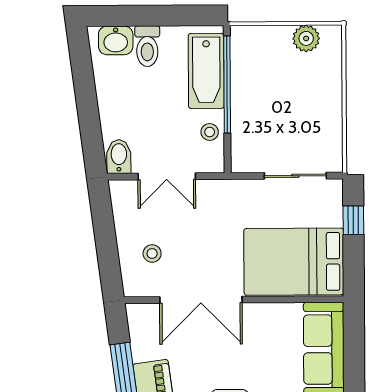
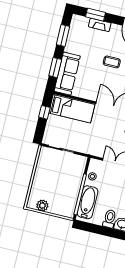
window: (353, 220) -> (44, 112), moved
bed: (294, 262) -> (72, 109), width x0.67
window: (354, 357) -> (55, 68), added

